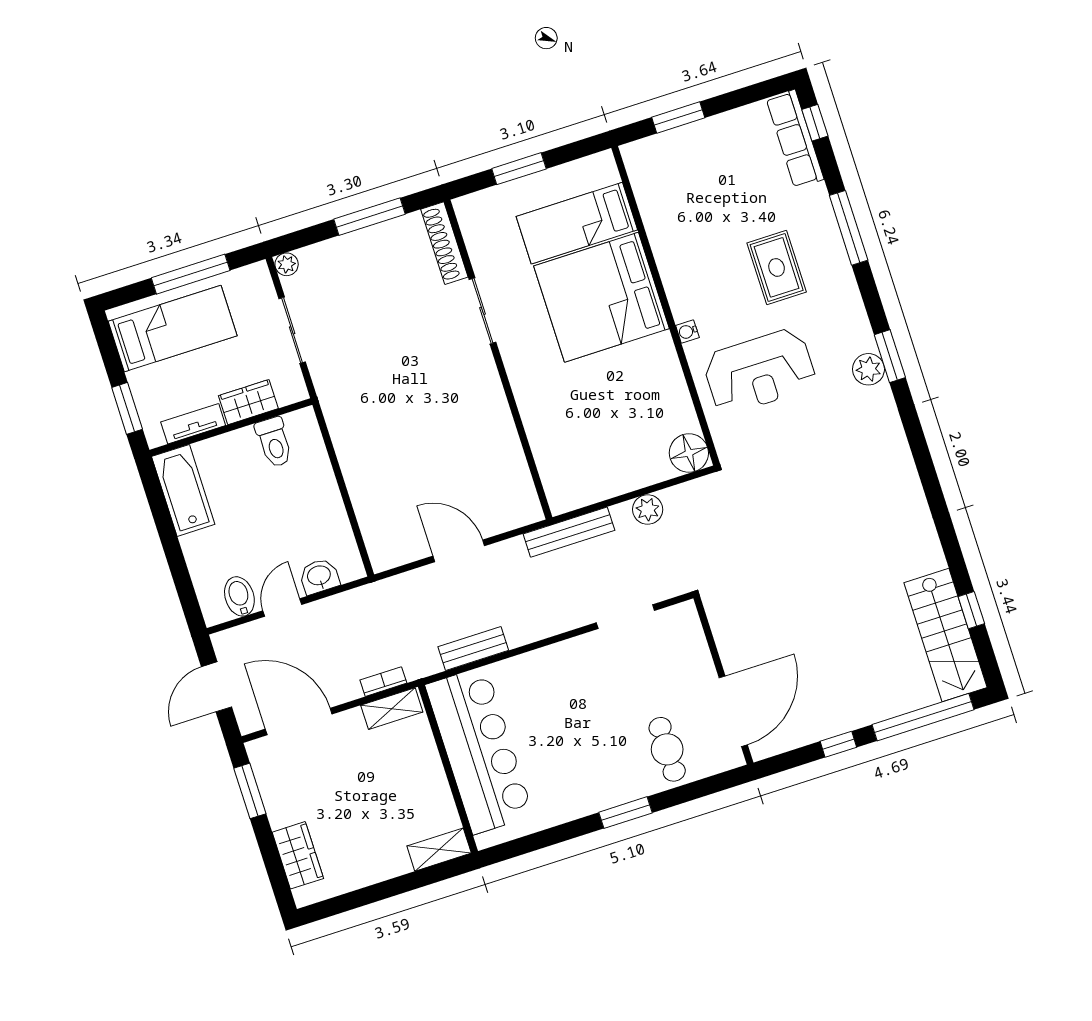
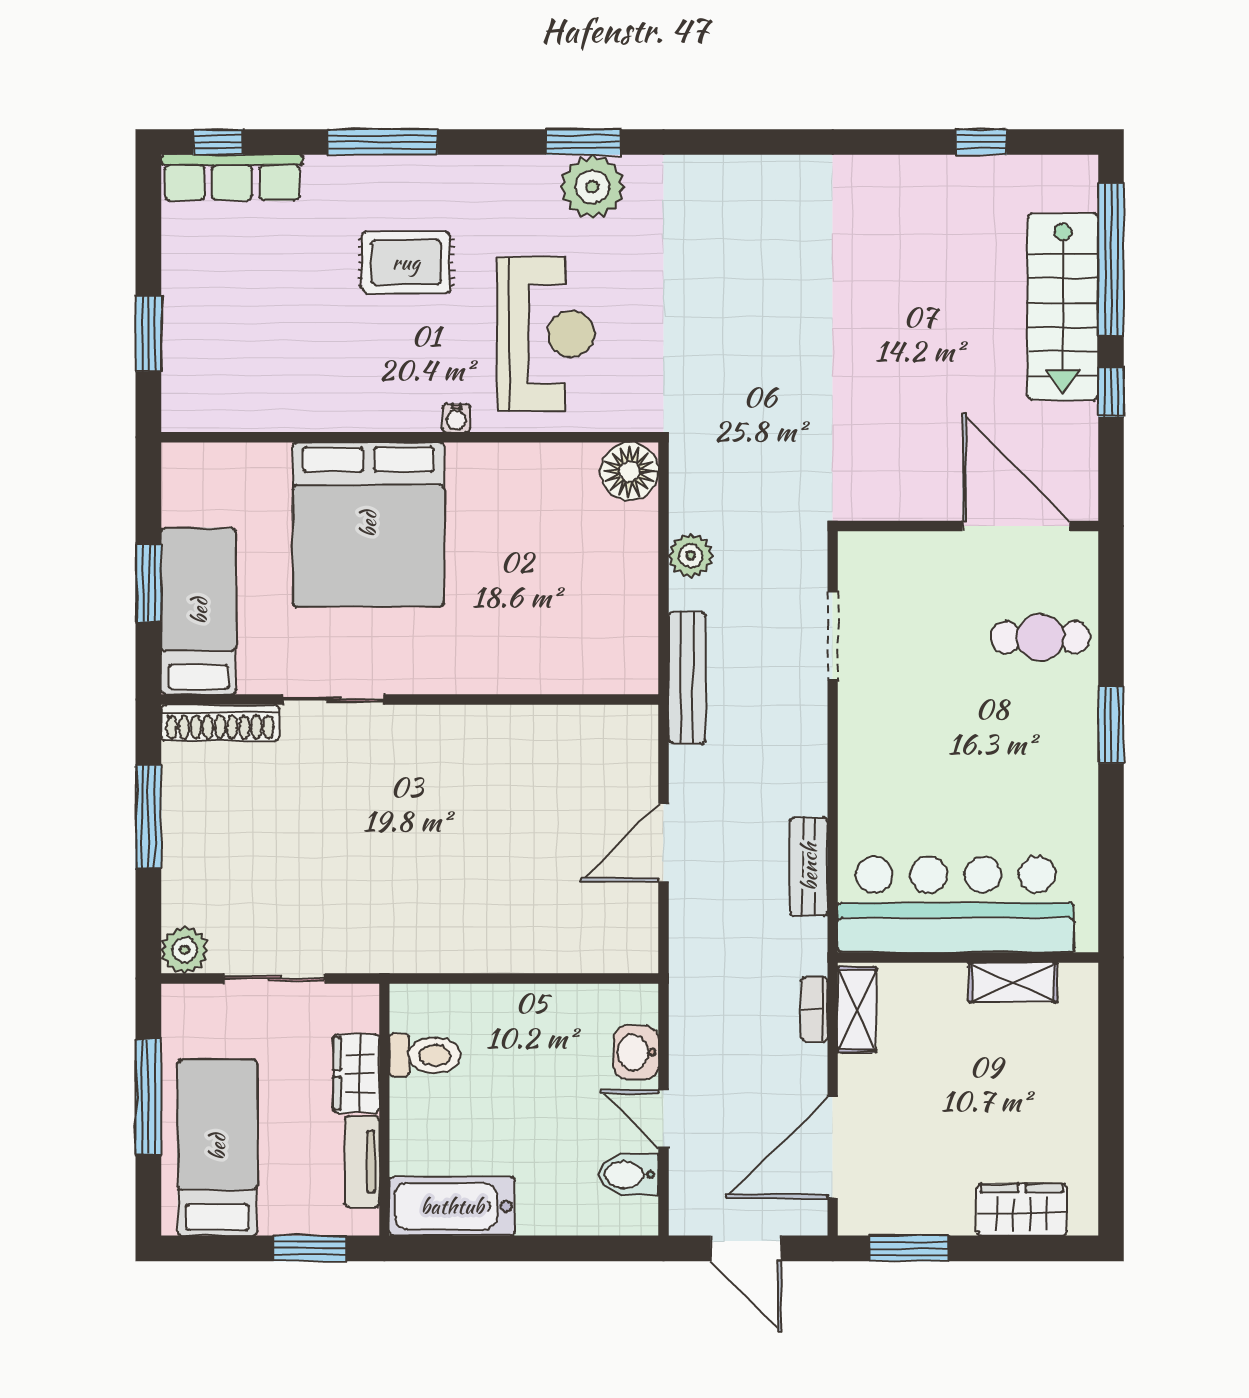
bed: (577, 223) -> (199, 611), moved, turned 180
plant: (287, 264) -> (185, 950), width x1.38, depth x1.38
plant: (868, 369) -> (592, 187), width x1.36, depth x1.36
stairs: (946, 635) -> (1063, 307), moved, turned 90
shelving: (439, 850) -> (1013, 982), moved, turned 90

